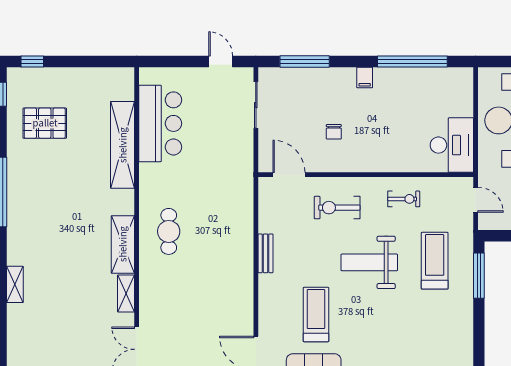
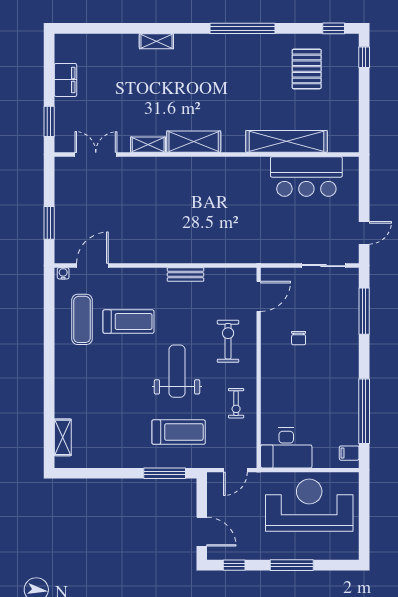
filing cabinet: (365, 77) -> (349, 453), moved
chair: (334, 132) -> (299, 338), turned -90
cafe table: (169, 231) -> (206, 184), removed

